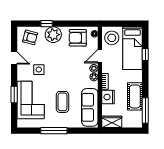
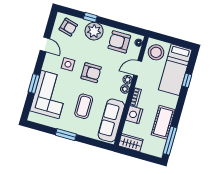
armchair: (61, 71) -> (91, 73), added
window: (54, 131) -> (66, 135), width x0.69

